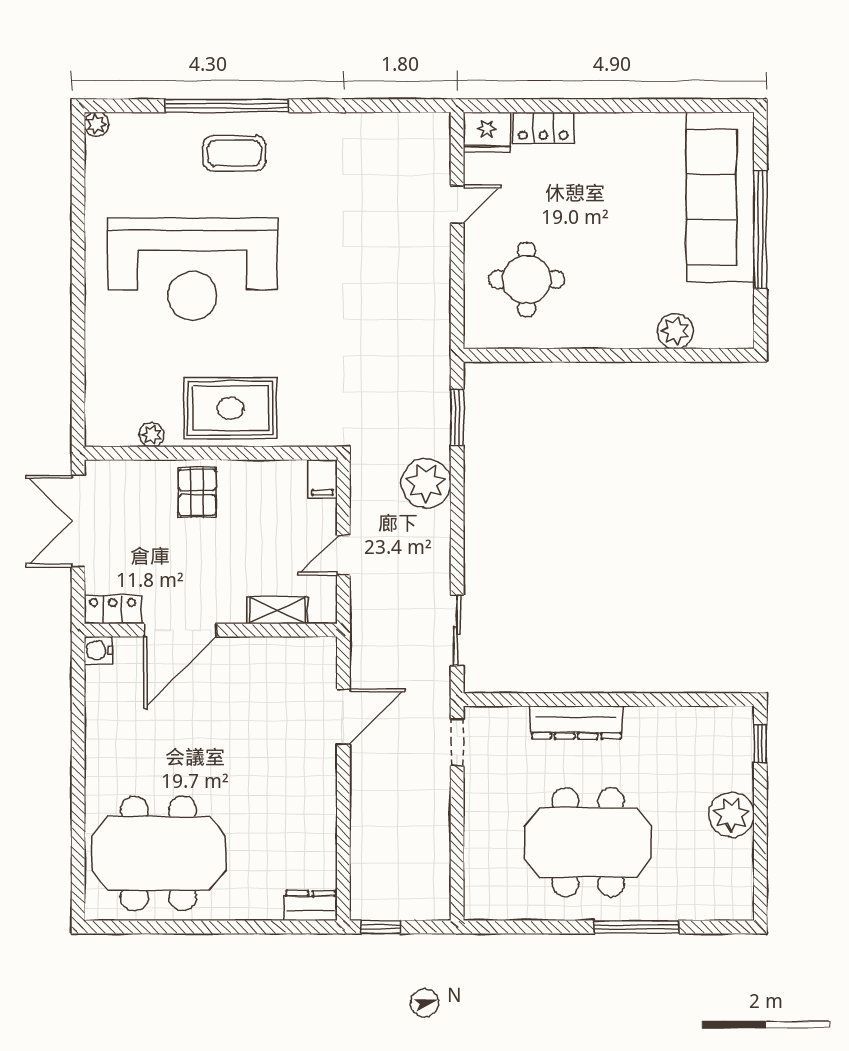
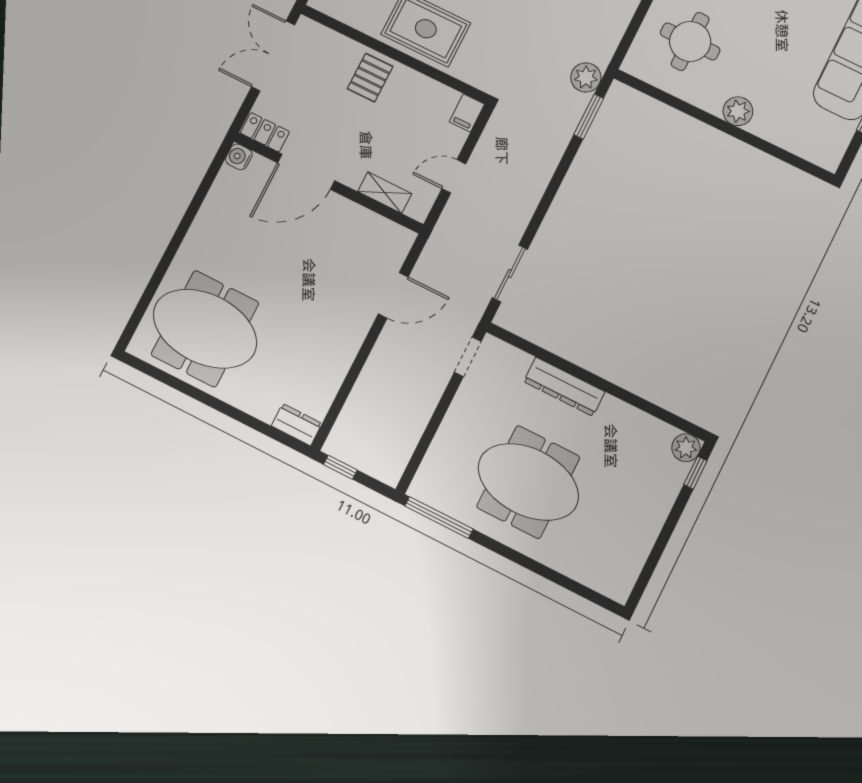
plant: (675, 331) -> (738, 111), moved
plant: (152, 435) -> (359, 20), removed
plant: (426, 483) -> (586, 77), moved, width x0.73, depth x0.73
plant: (731, 815) -> (686, 448), moved, width x0.73, depth x0.73
window: (637, 927) -> (439, 518), moved

